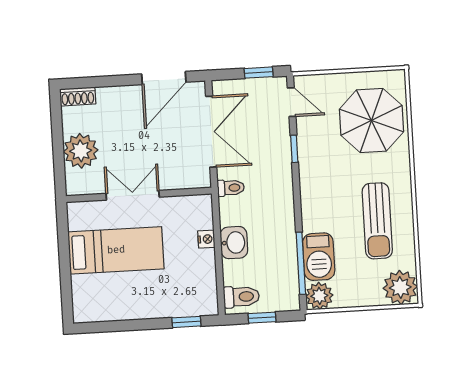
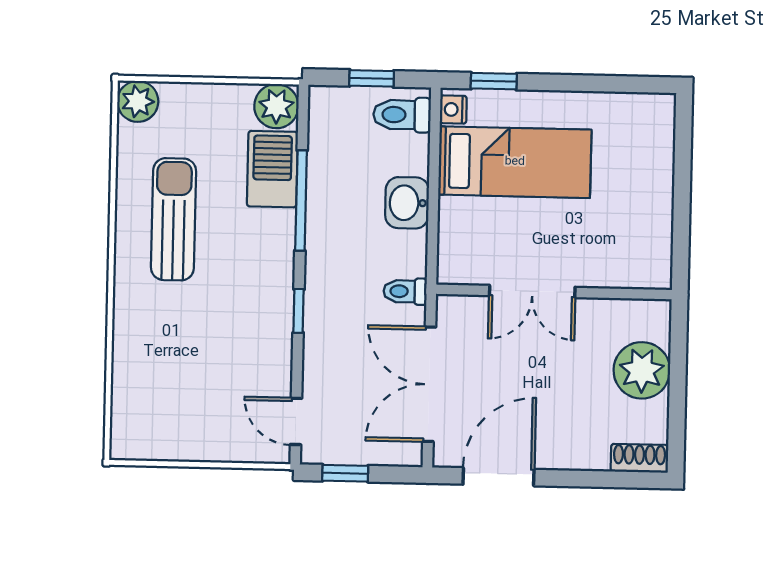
parasol: (371, 120) -> (170, 382), removed
window: (294, 149) -> (299, 311), moved
double door: (133, 195) -> (532, 291), moved
nightstand: (206, 239) -> (453, 110), moved
bed: (116, 250) -> (515, 162), moved, turned 180
window: (301, 263) -> (301, 201), moved
plant: (400, 287) -> (138, 101), width x0.73, depth x0.73

